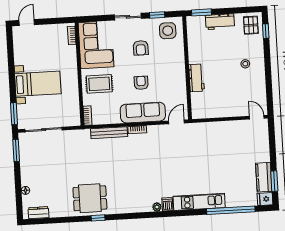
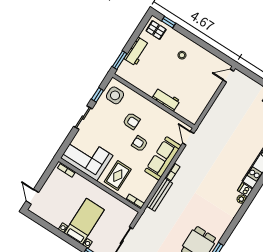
armchair: (141, 48) -> (131, 121), moved

